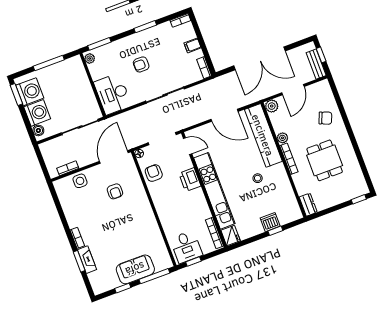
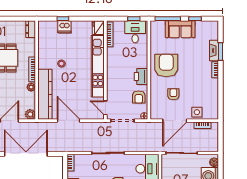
door: (114, 157) -> (175, 121), moved
printer: (190, 180) -> (141, 77), moved, turned 180
armchair: (136, 222) -> (166, 65), added

